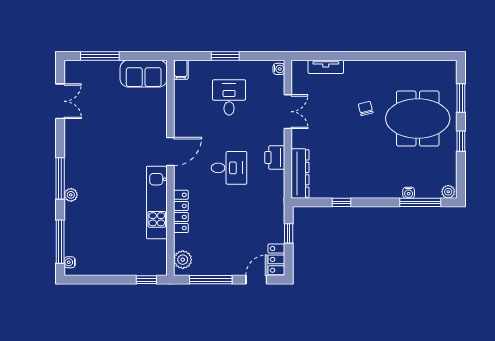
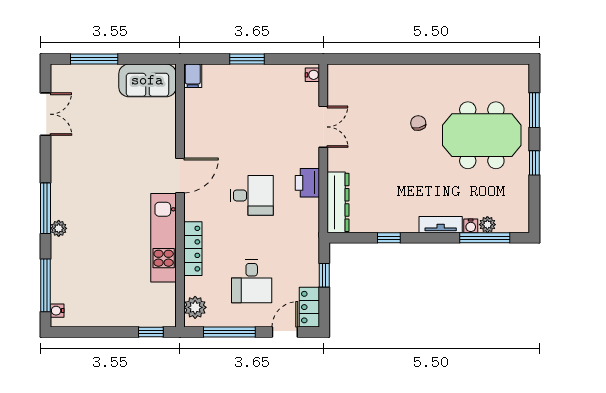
tv unit: (326, 67) -> (441, 225), moved, turned 180
desk: (229, 97) -> (252, 281), moved, turned 180
plant: (448, 192) -> (487, 225), moved

